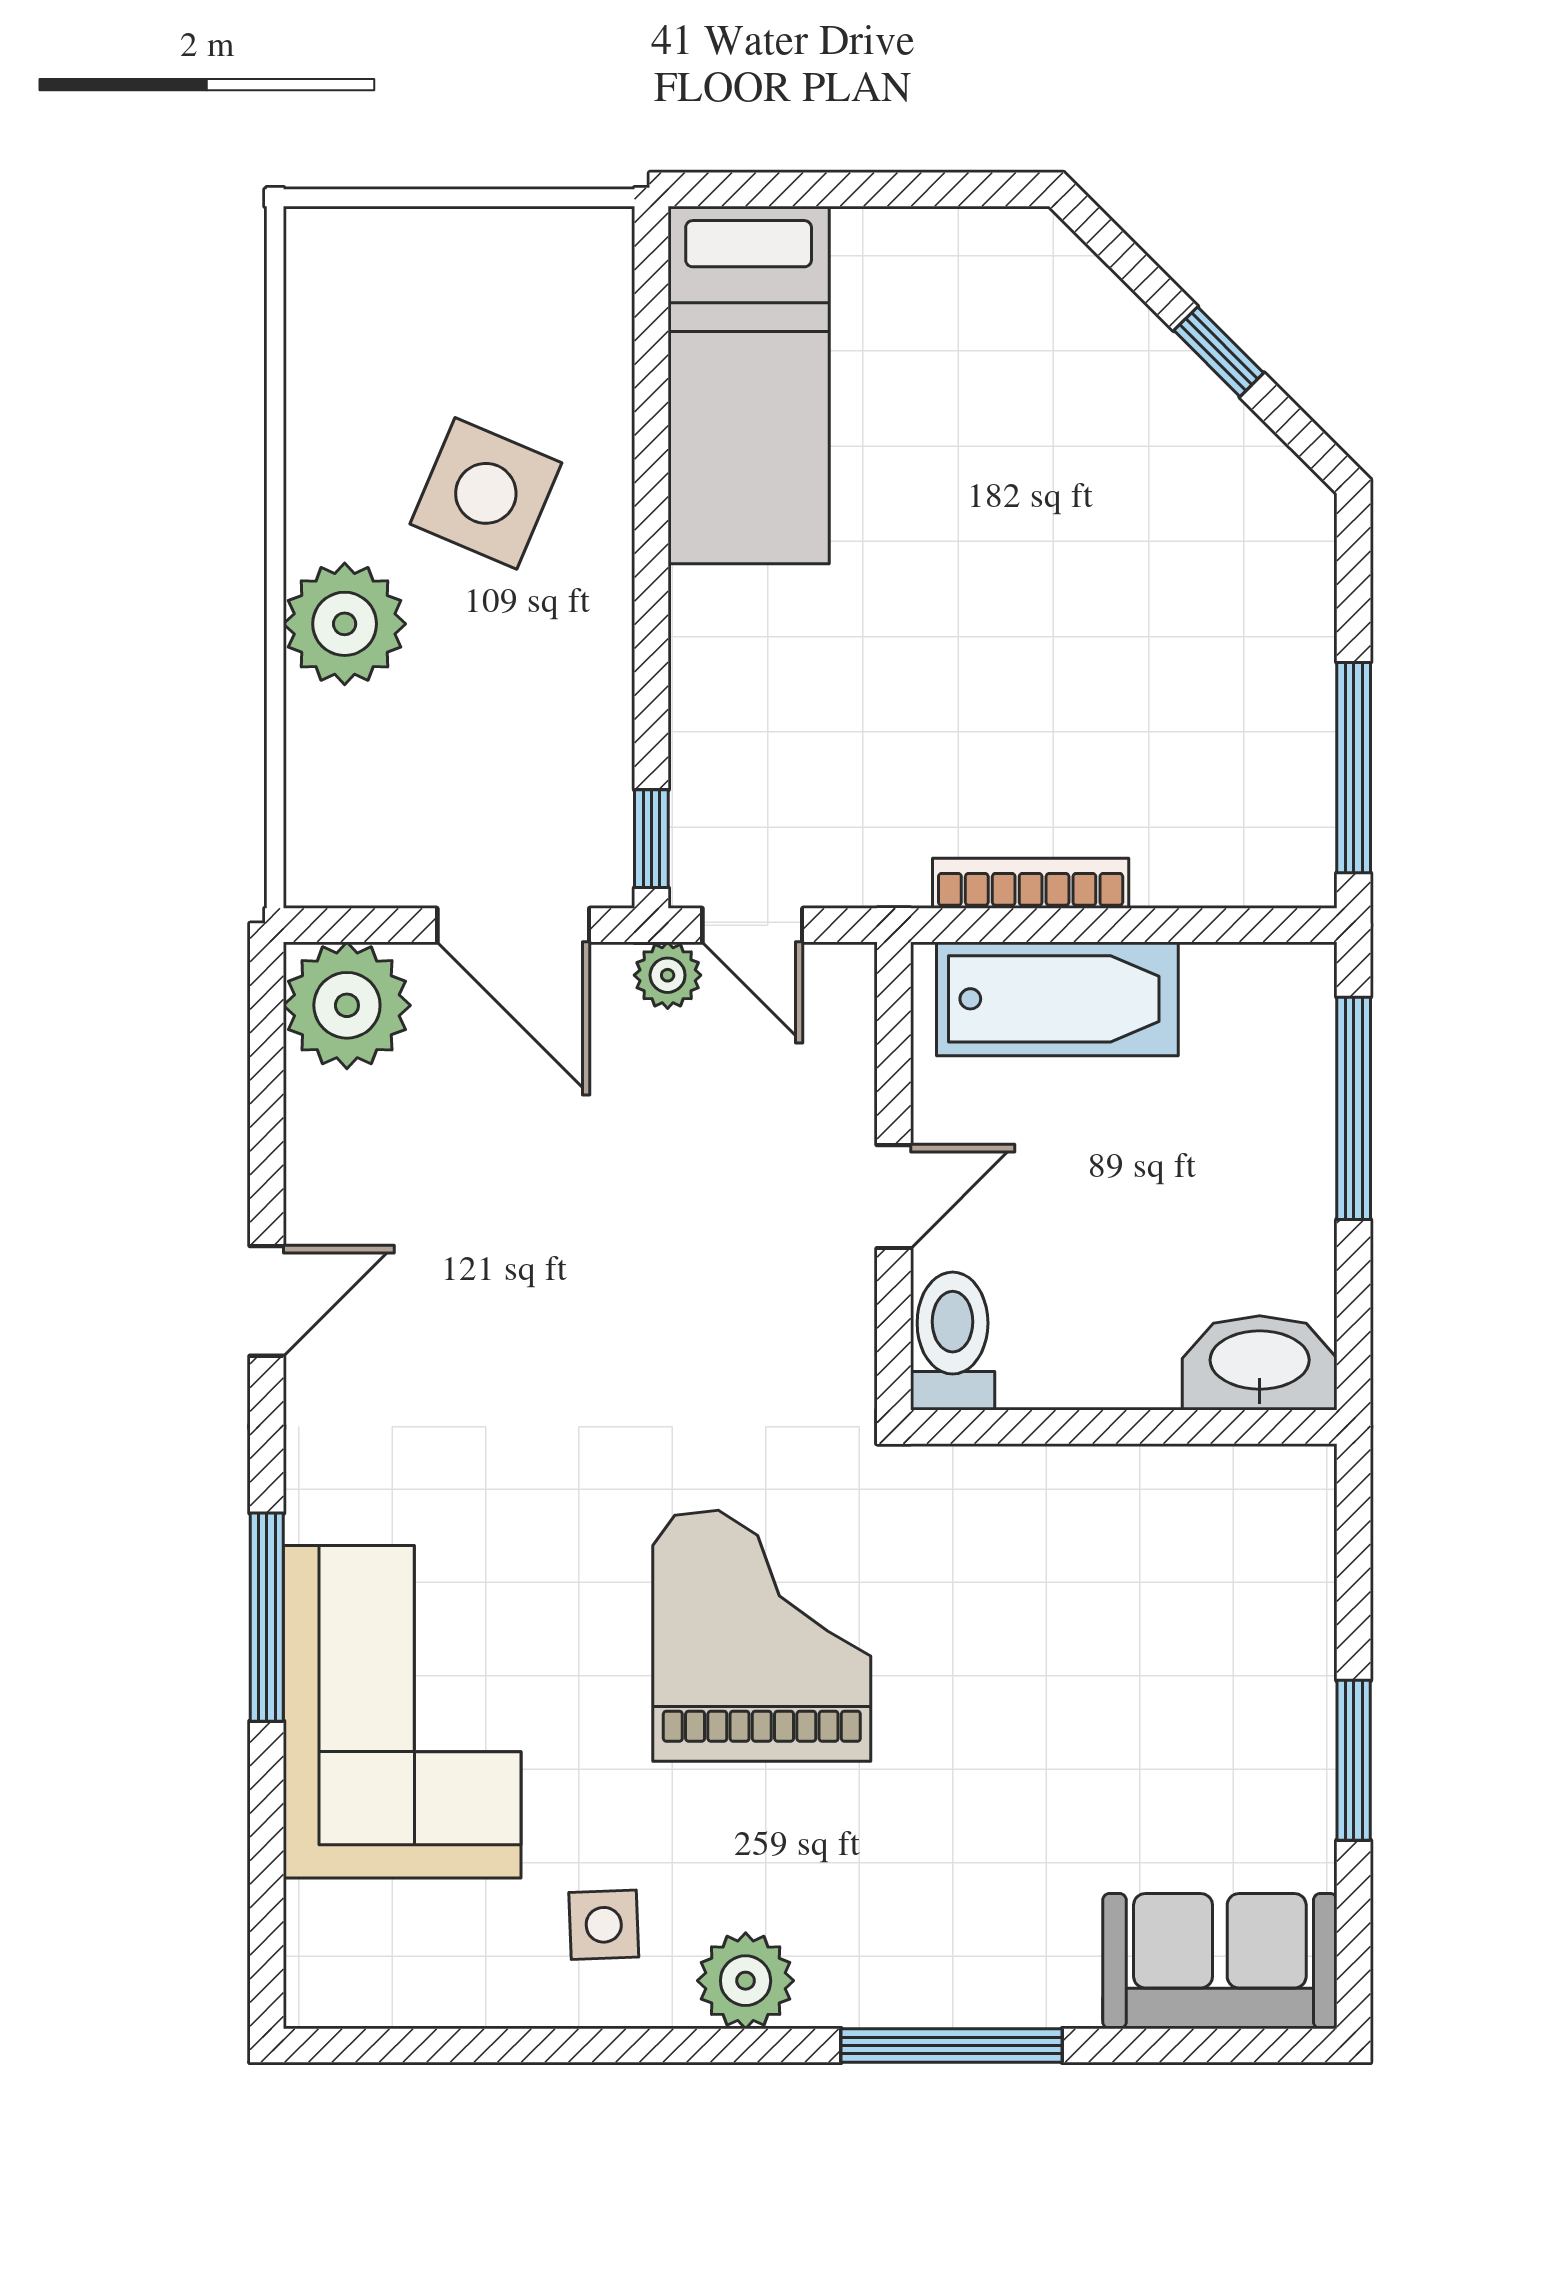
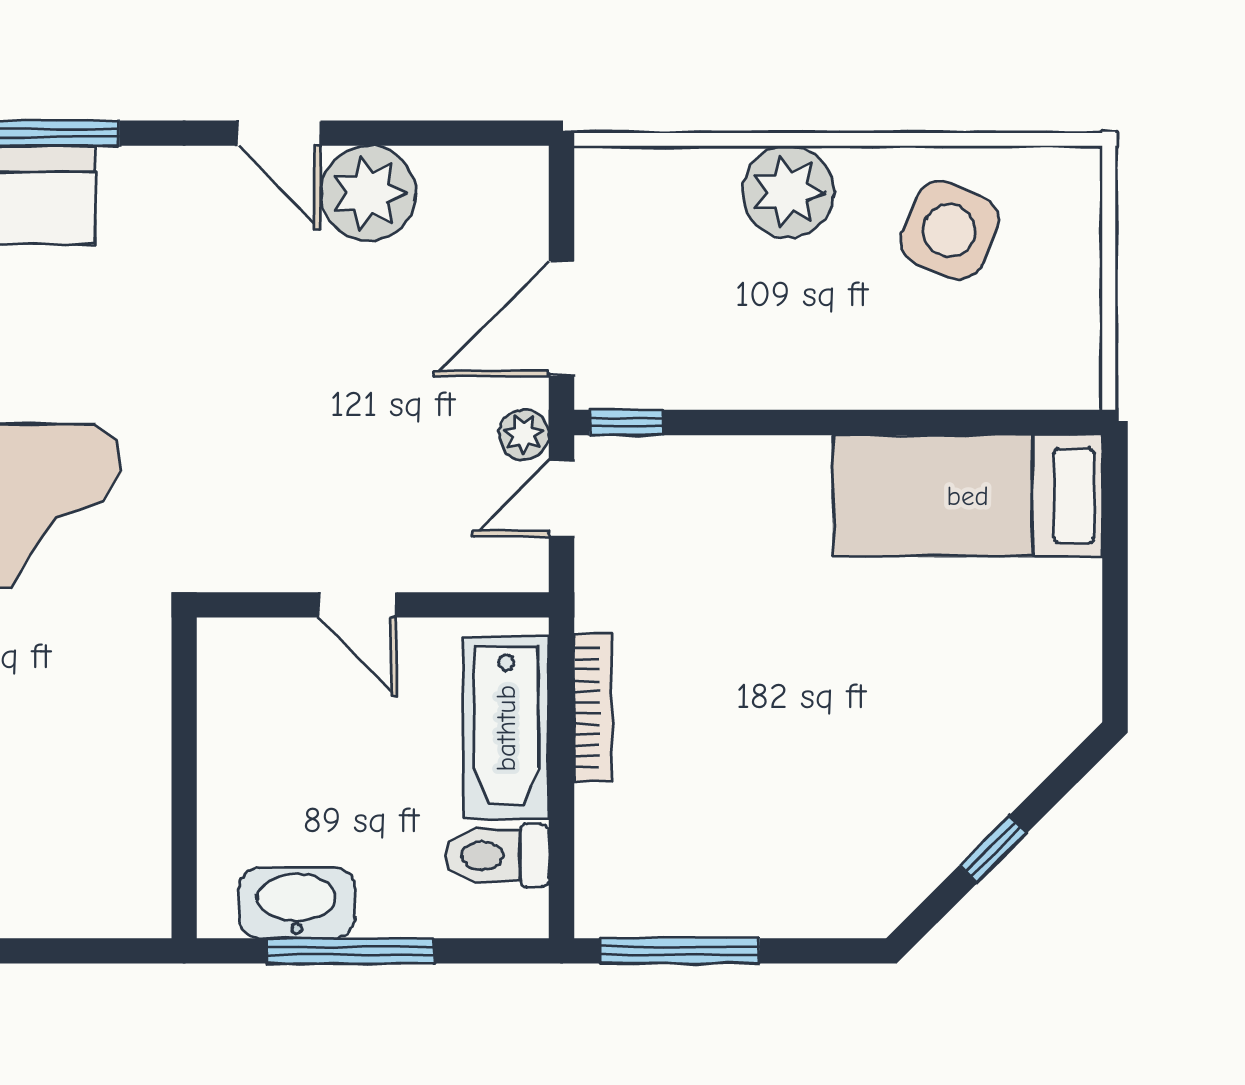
side table: (486, 493) -> (949, 230), moved
plant: (347, 1005) -> (368, 193), moved
window: (1354, 1108) -> (350, 951), moved
toilet: (953, 1341) -> (497, 855), moved, turned 180
washbasin: (1260, 1363) -> (297, 903), moved, turned -90

